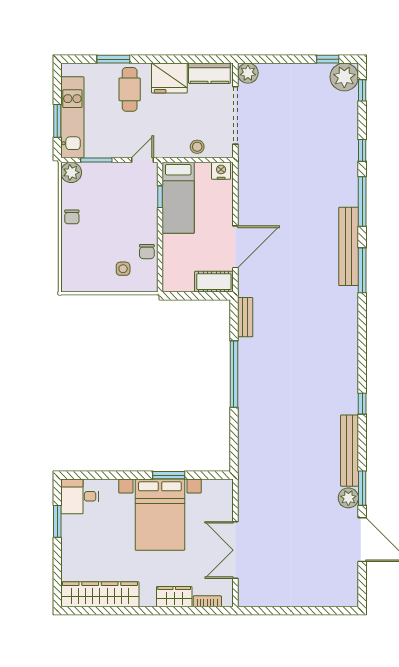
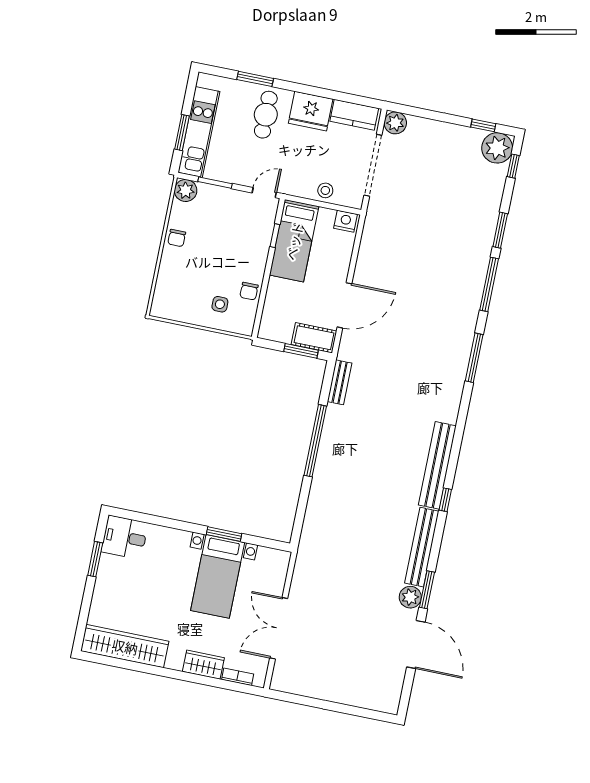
window: (362, 150) -> (500, 230), width x1.50
bench: (349, 246) -> (437, 465), moved
window: (205, 296) -> (301, 351), added
bed with nightstands: (160, 515) -> (218, 576), width x0.73

